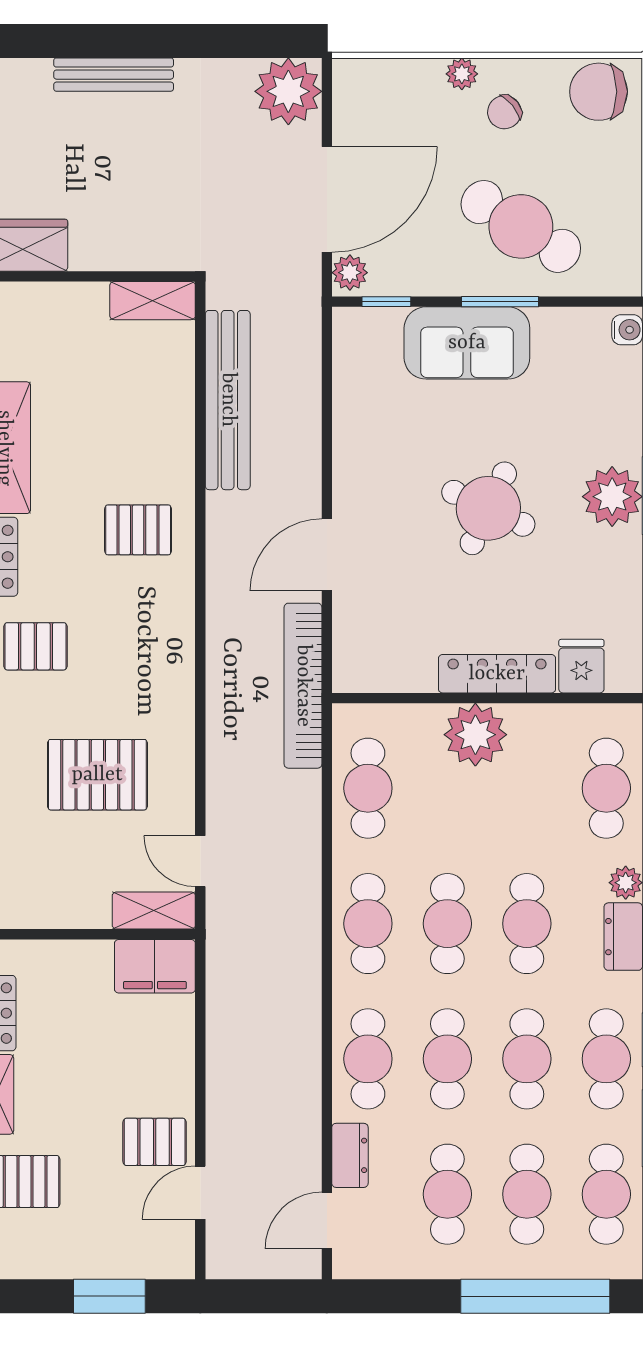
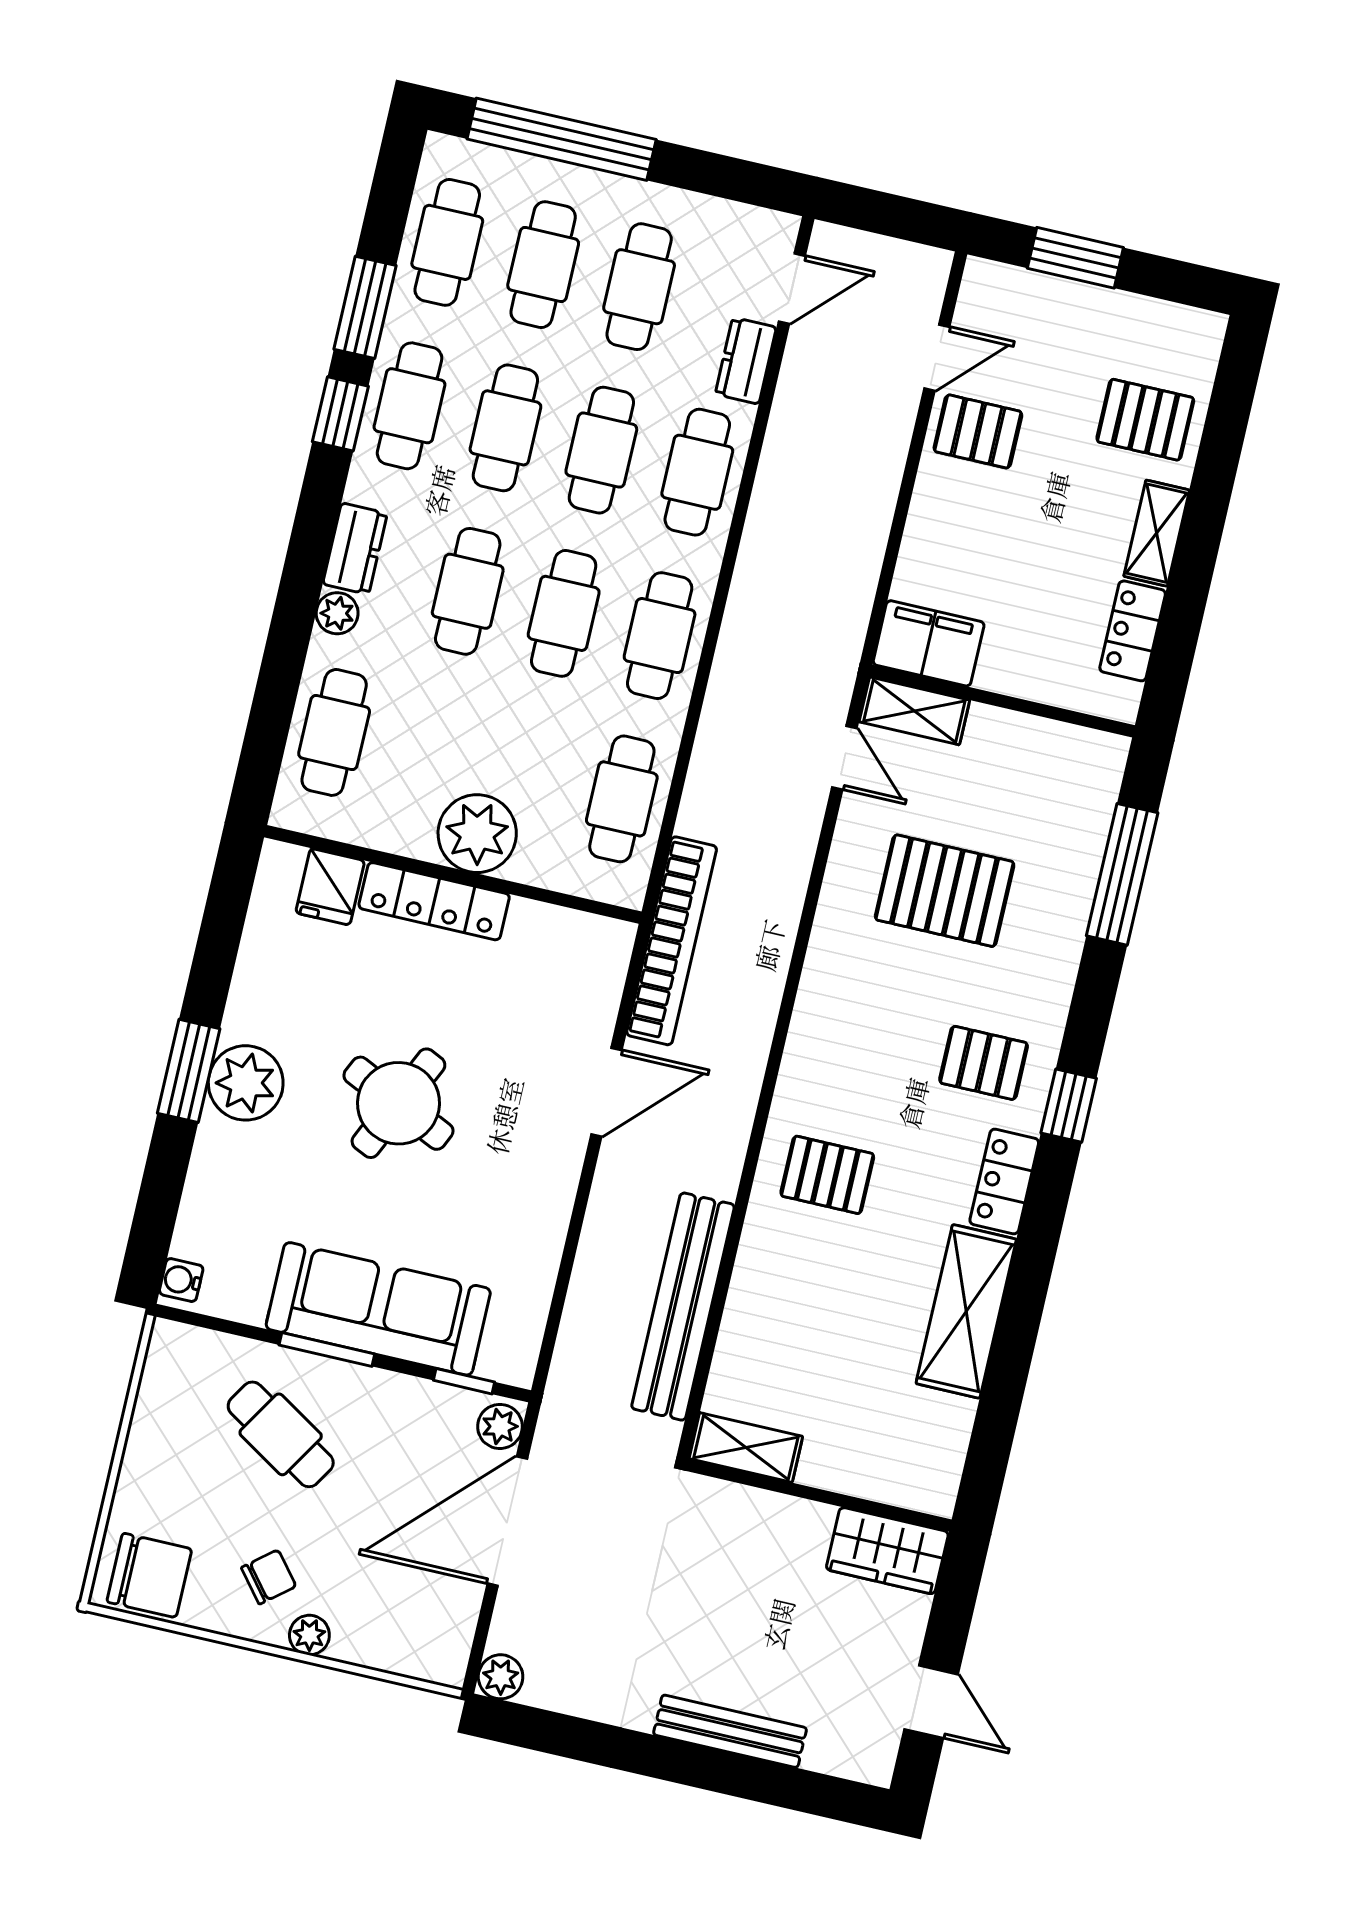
plant: (288, 91) -> (501, 1677), width x0.53, depth x0.53
cafe table: (521, 226) -> (281, 1434), width x0.73, depth x0.74
sofa: (467, 343) -> (378, 1309), width x1.36

